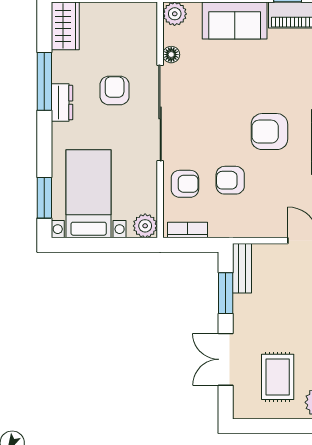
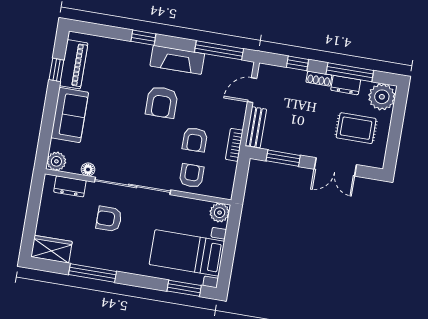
dresser: (62, 103) -> (70, 186), moved, turned 180
bookcase: (188, 230) -> (234, 145), moved
bench: (242, 268) -> (256, 127), moved, turned 90

